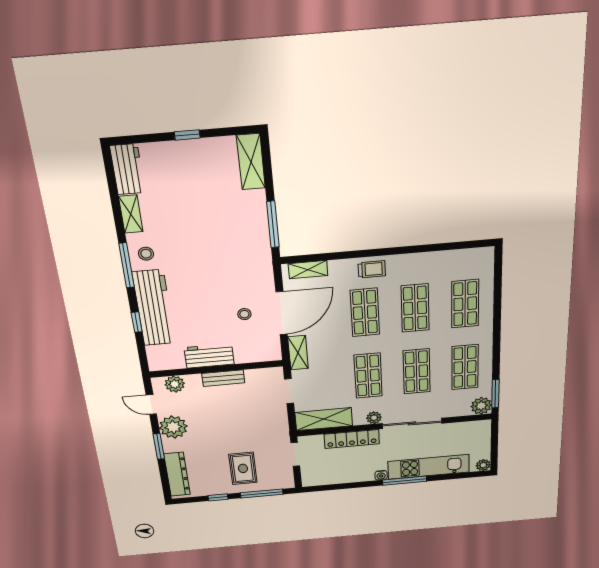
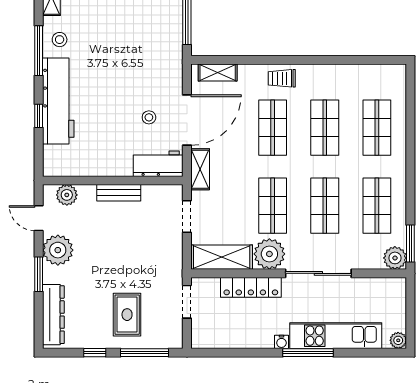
trolley: (372, 269) -> (282, 78), turned 180
workbench: (209, 356) -> (158, 164), moved
plant: (374, 418) -> (269, 254), width x1.87, depth x1.87

